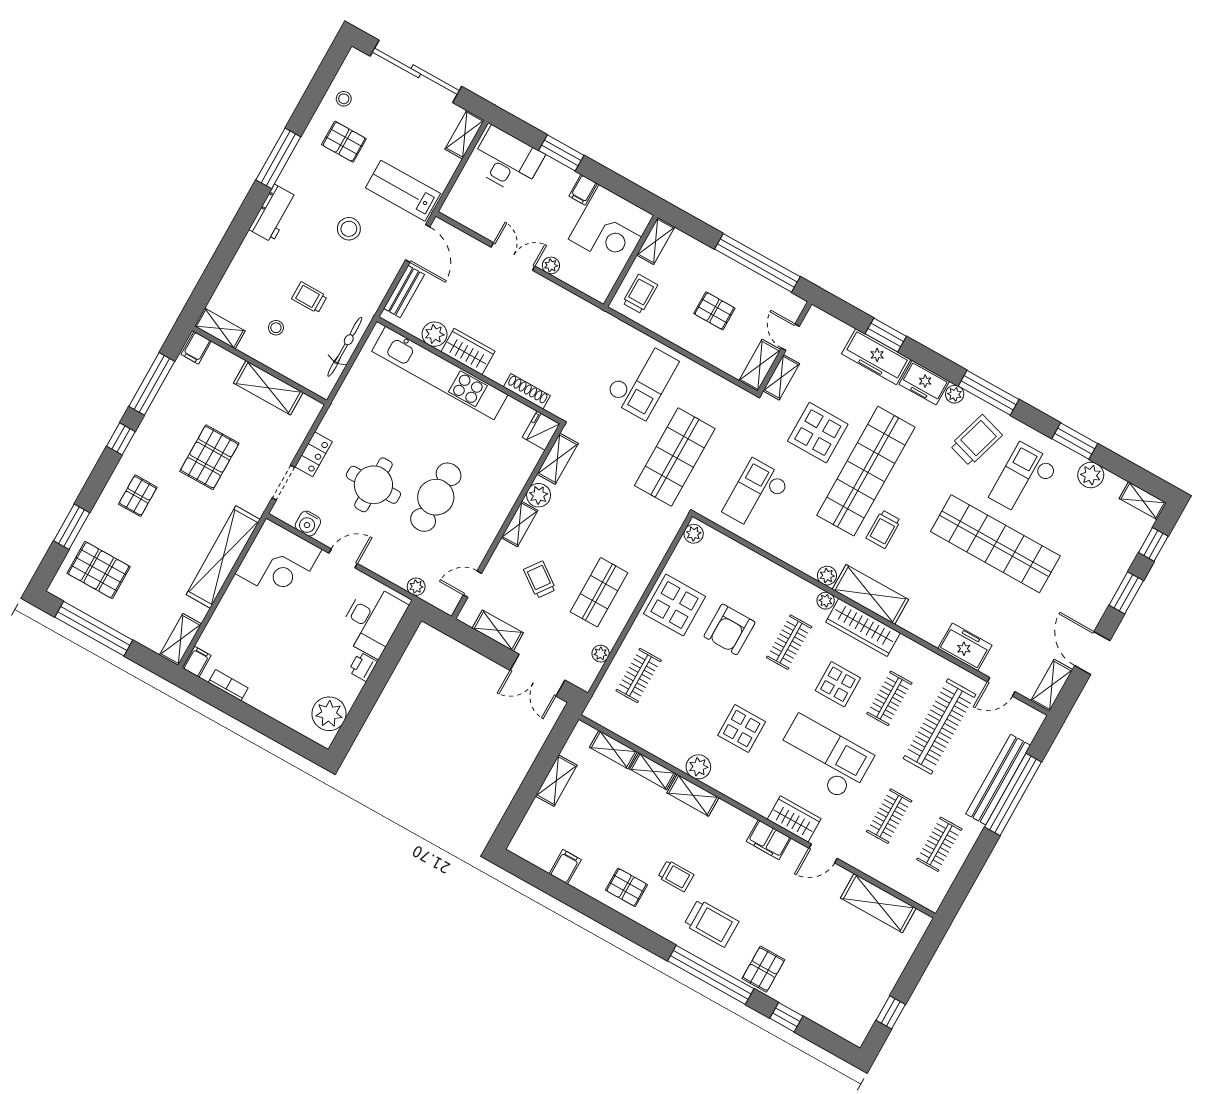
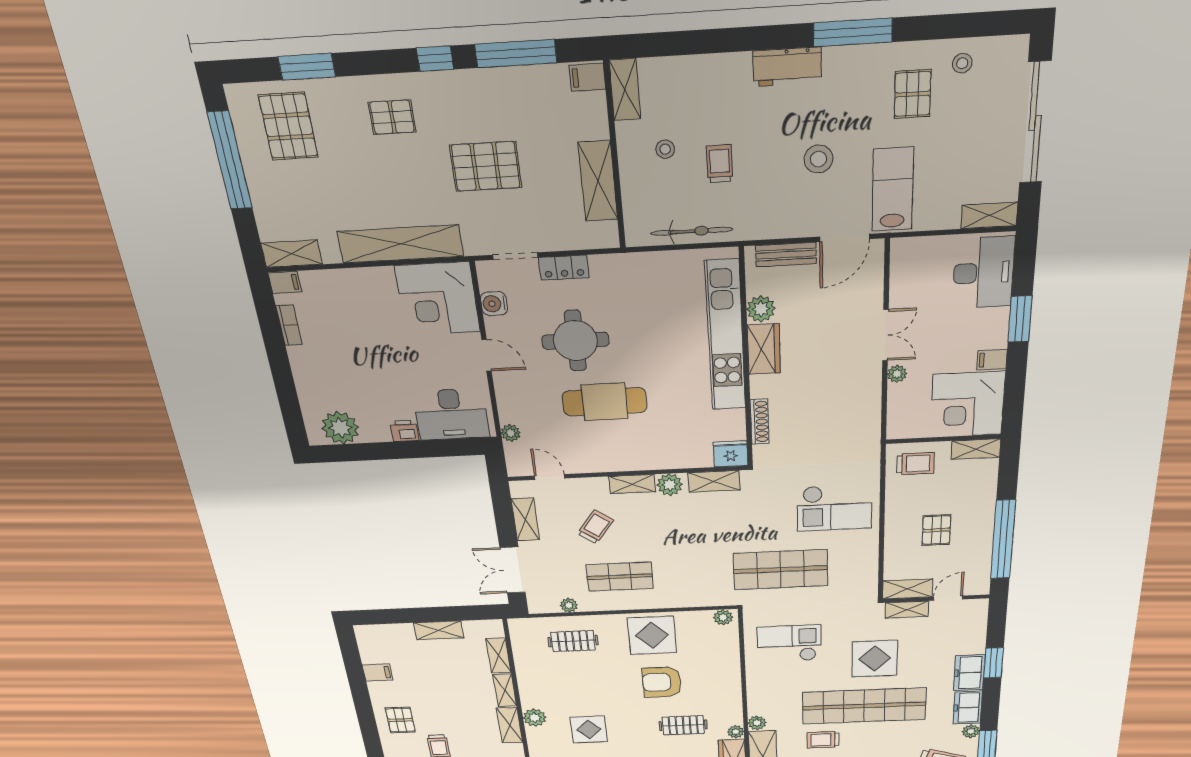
freezer: (876, 357) -> (969, 673), width x0.71

